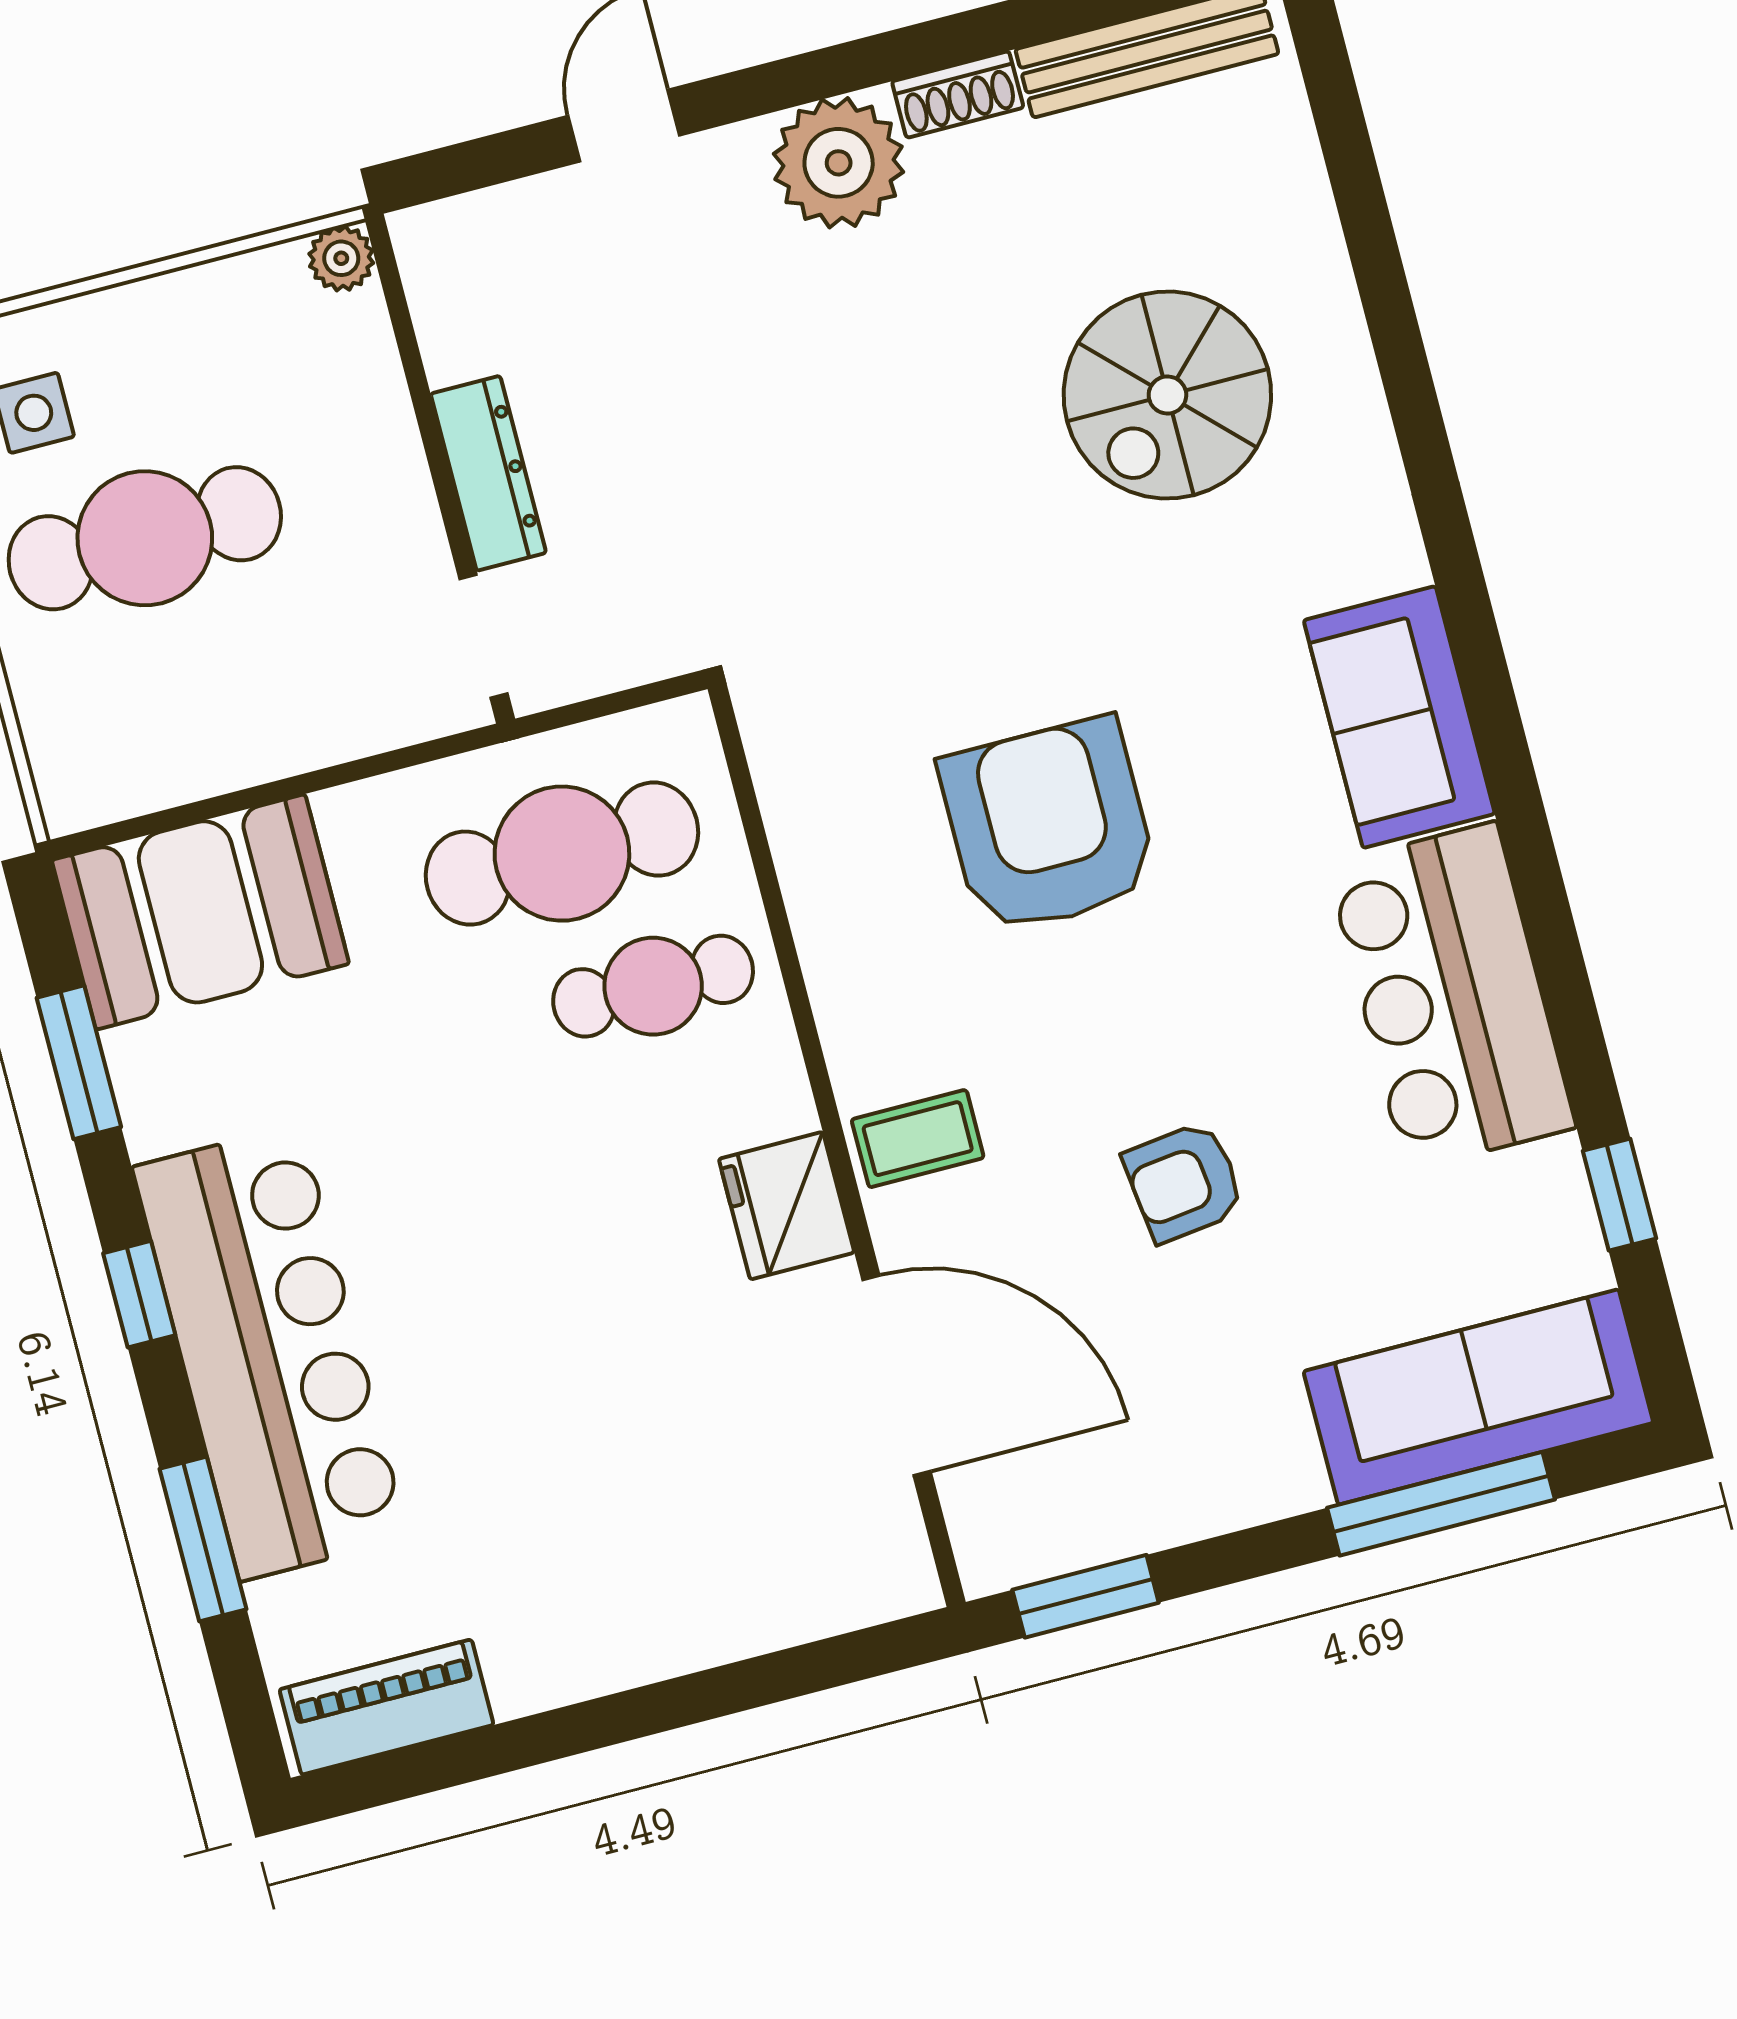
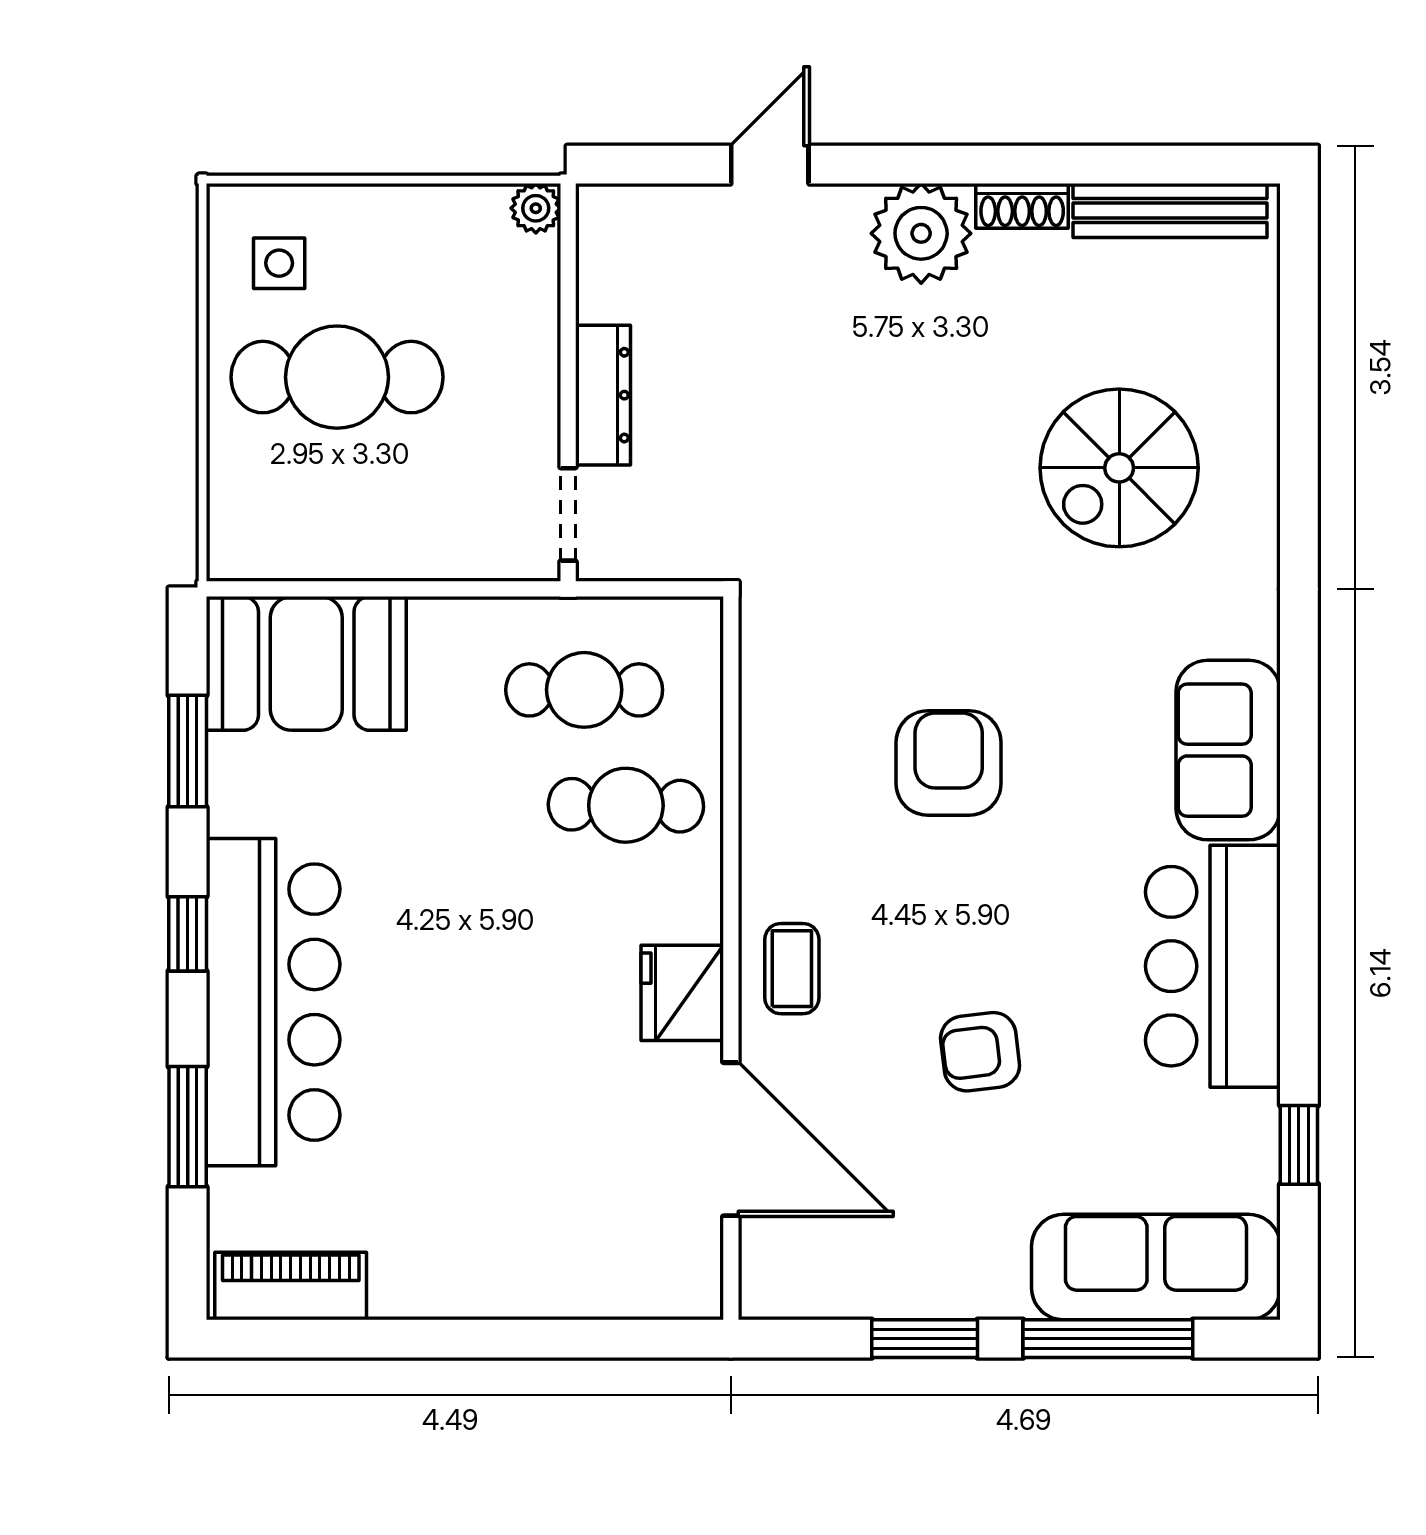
armchair: (1049, 826) -> (949, 763), width x0.73, depth x0.73
cafe table: (562, 854) -> (584, 690), width x0.73, depth x0.74
coffee table: (918, 1139) -> (792, 969), turned 90
window: (1086, 1596) -> (925, 1339), moved

